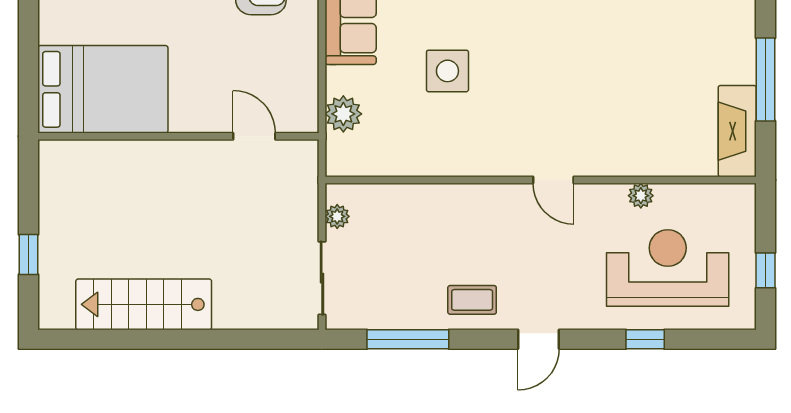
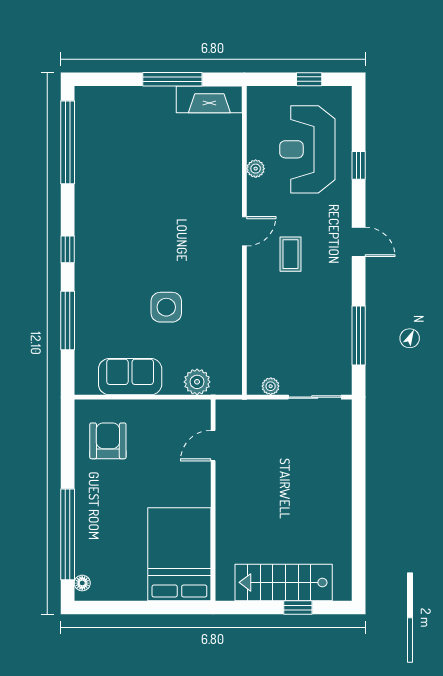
coffee table: (472, 300) -> (291, 254), moved
stairs: (144, 304) -> (284, 582), moved, turned 90

